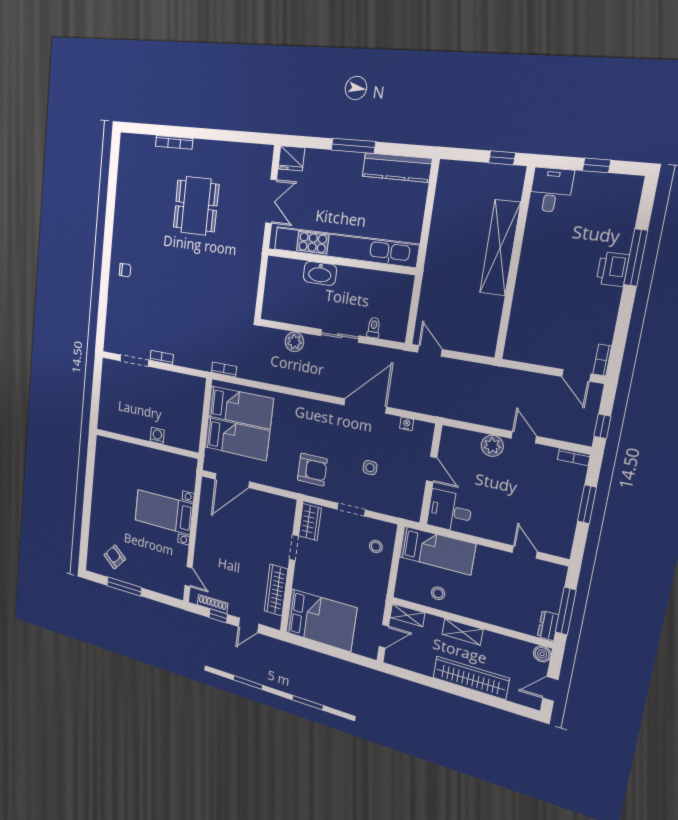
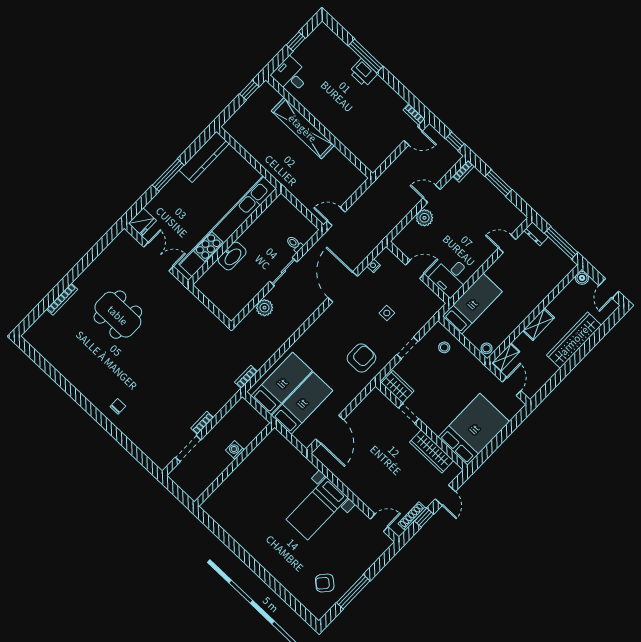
washing machine: (157, 436) -> (235, 450), moved
wall: (146, 444) -> (234, 465), moved
stool: (438, 593) -> (486, 348), moved
dresser: (548, 626) -> (536, 234), moved

